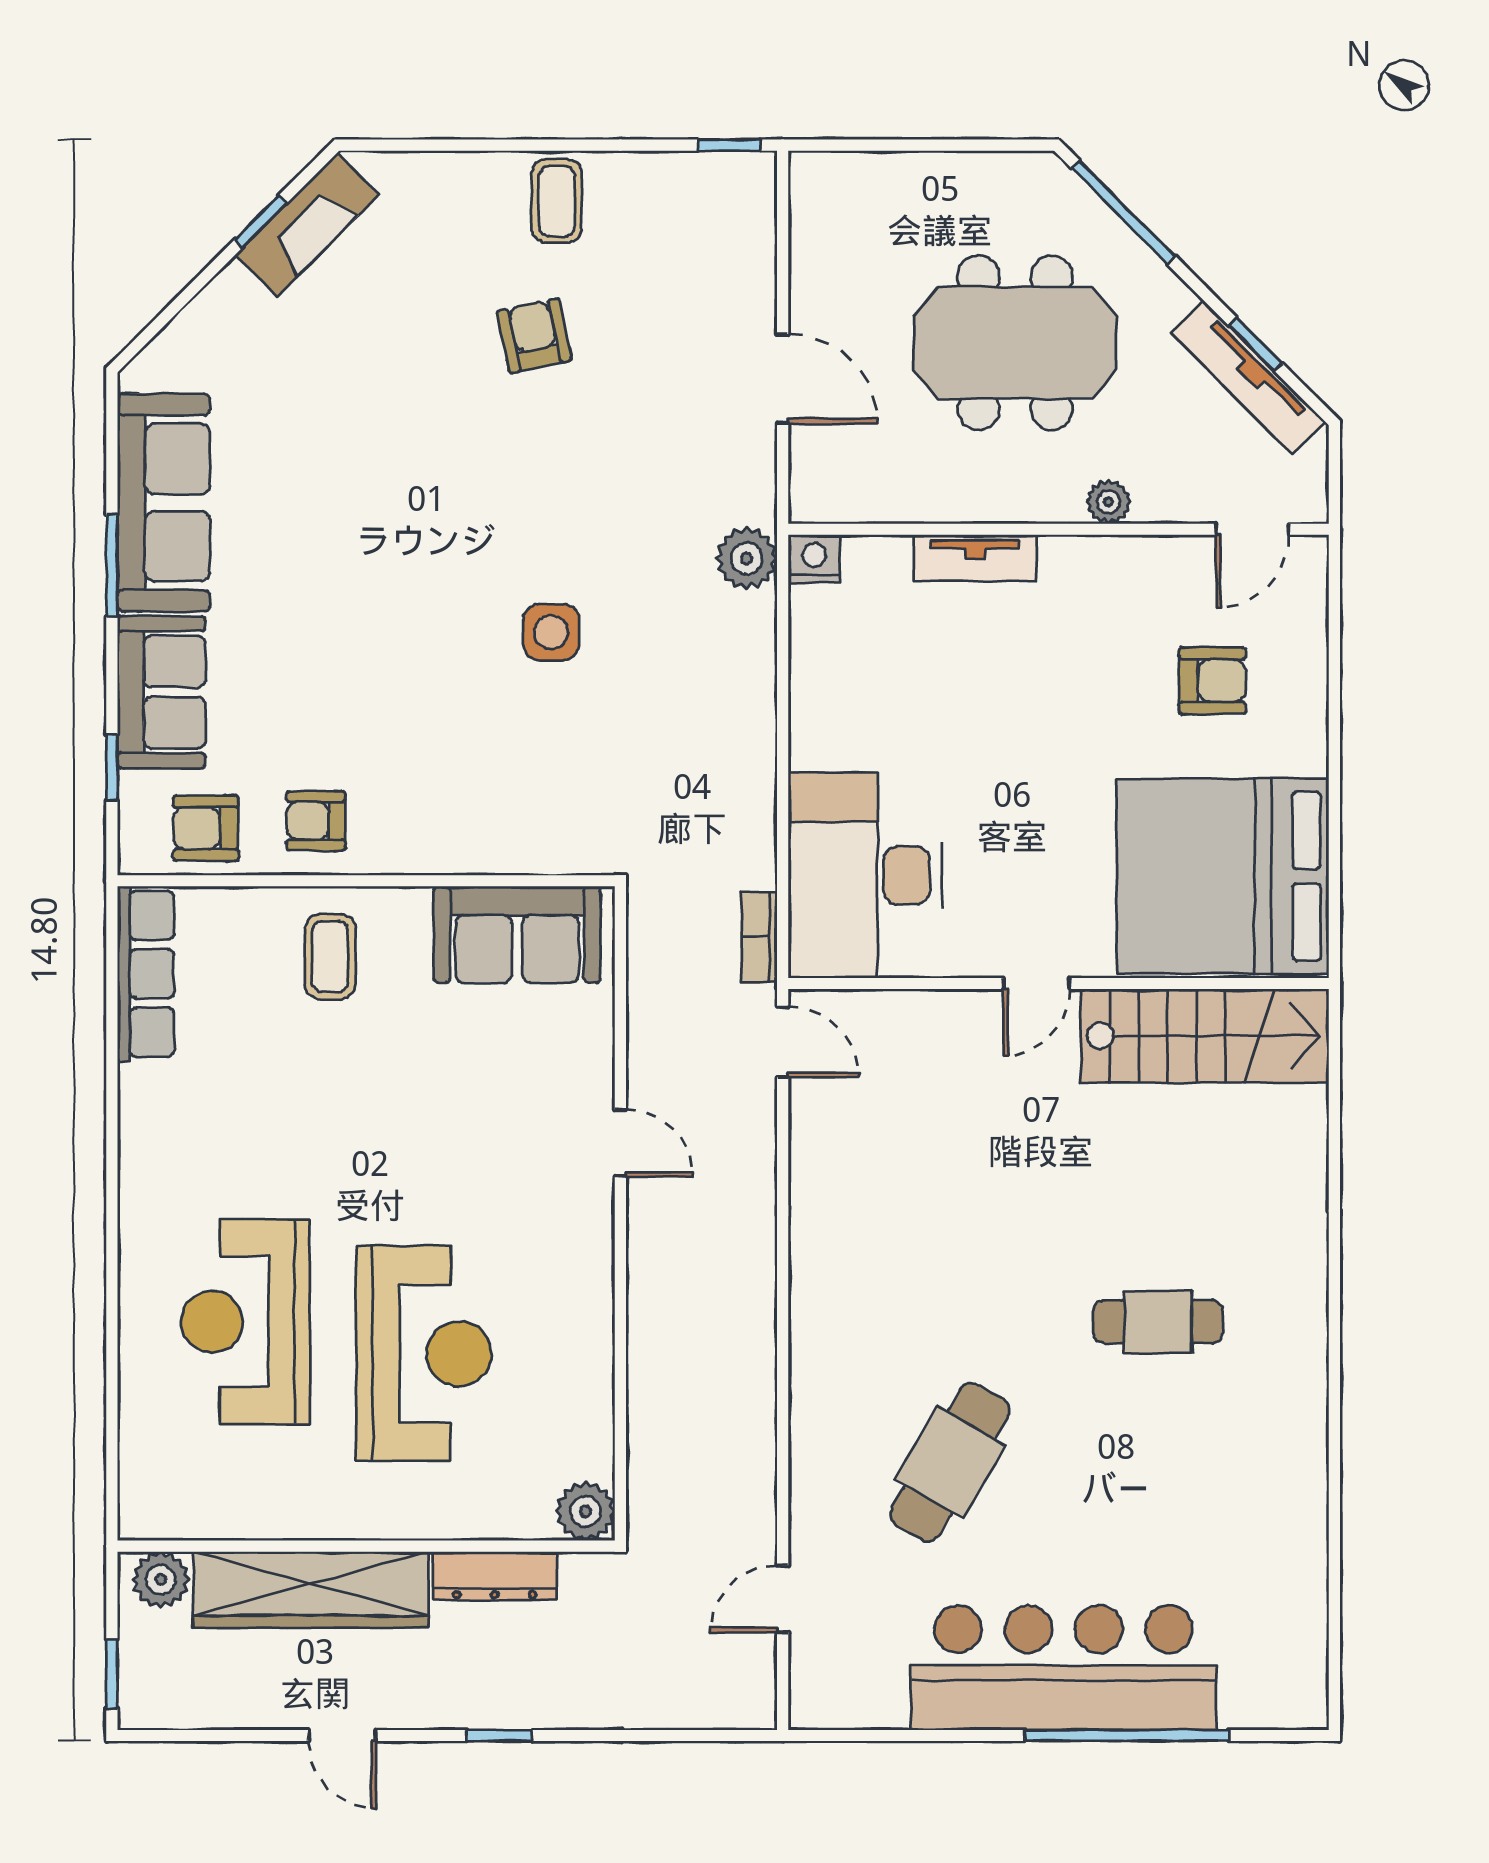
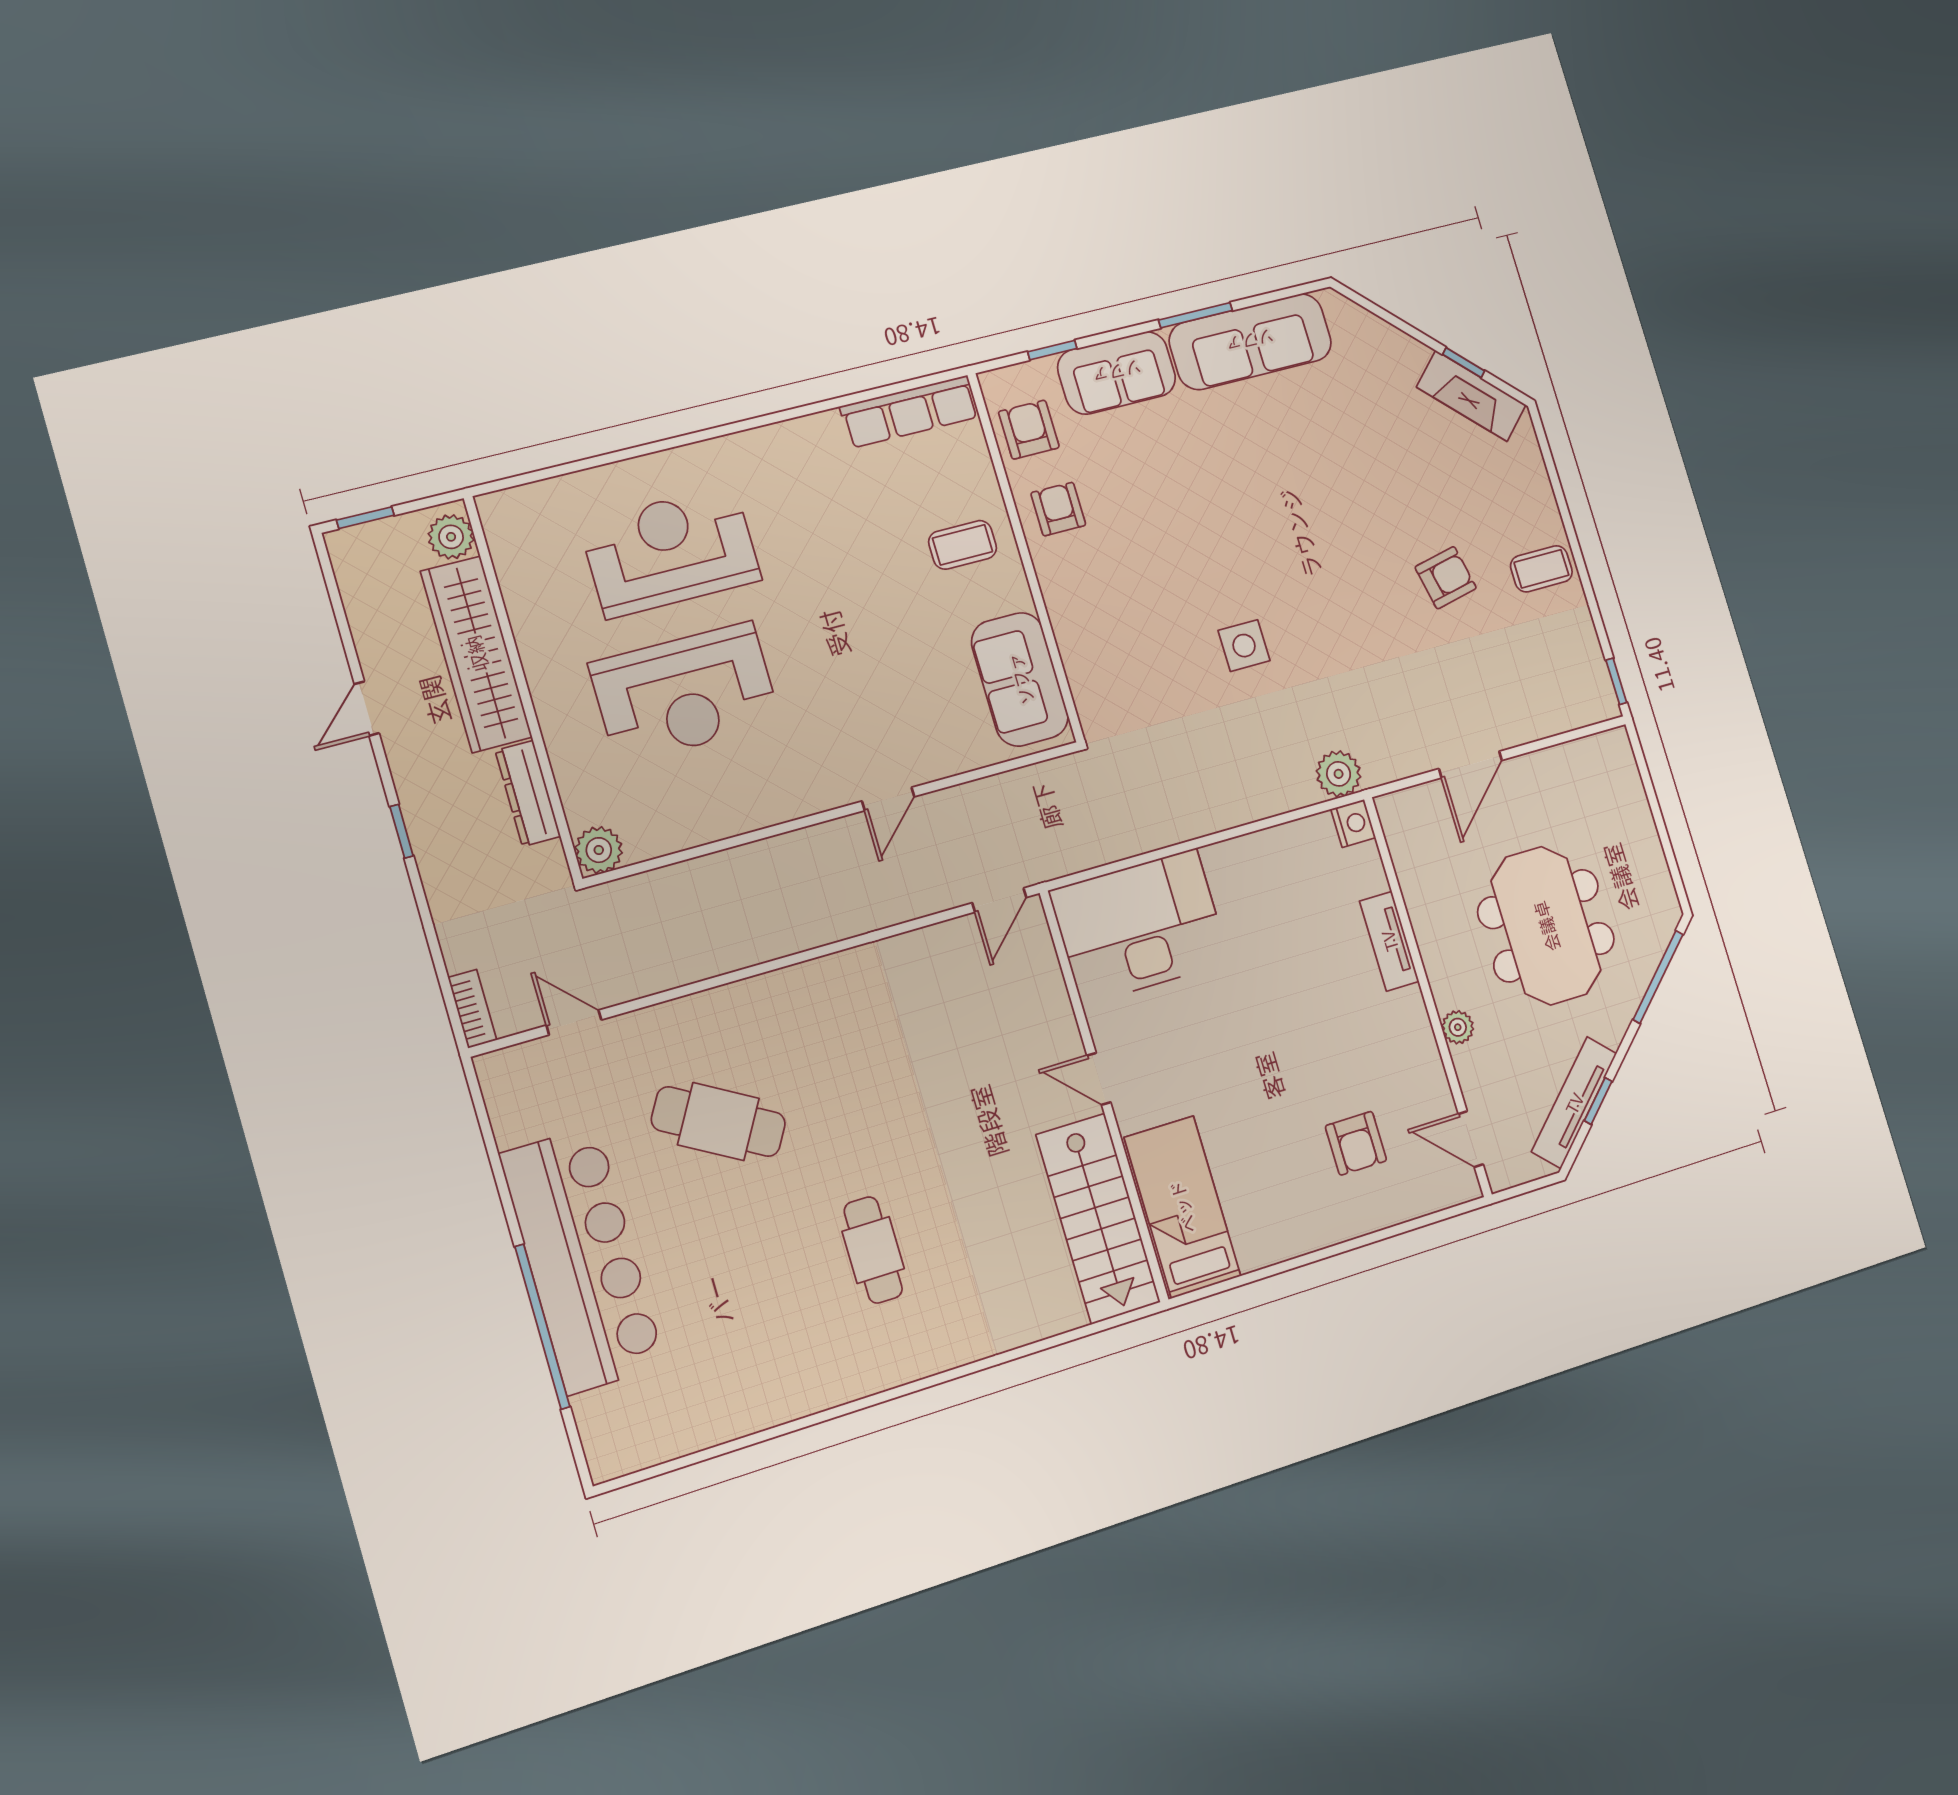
bed: (1223, 876) -> (1182, 1207), width x0.49
bookcase: (759, 937) -> (472, 1009), moved, turned 90

